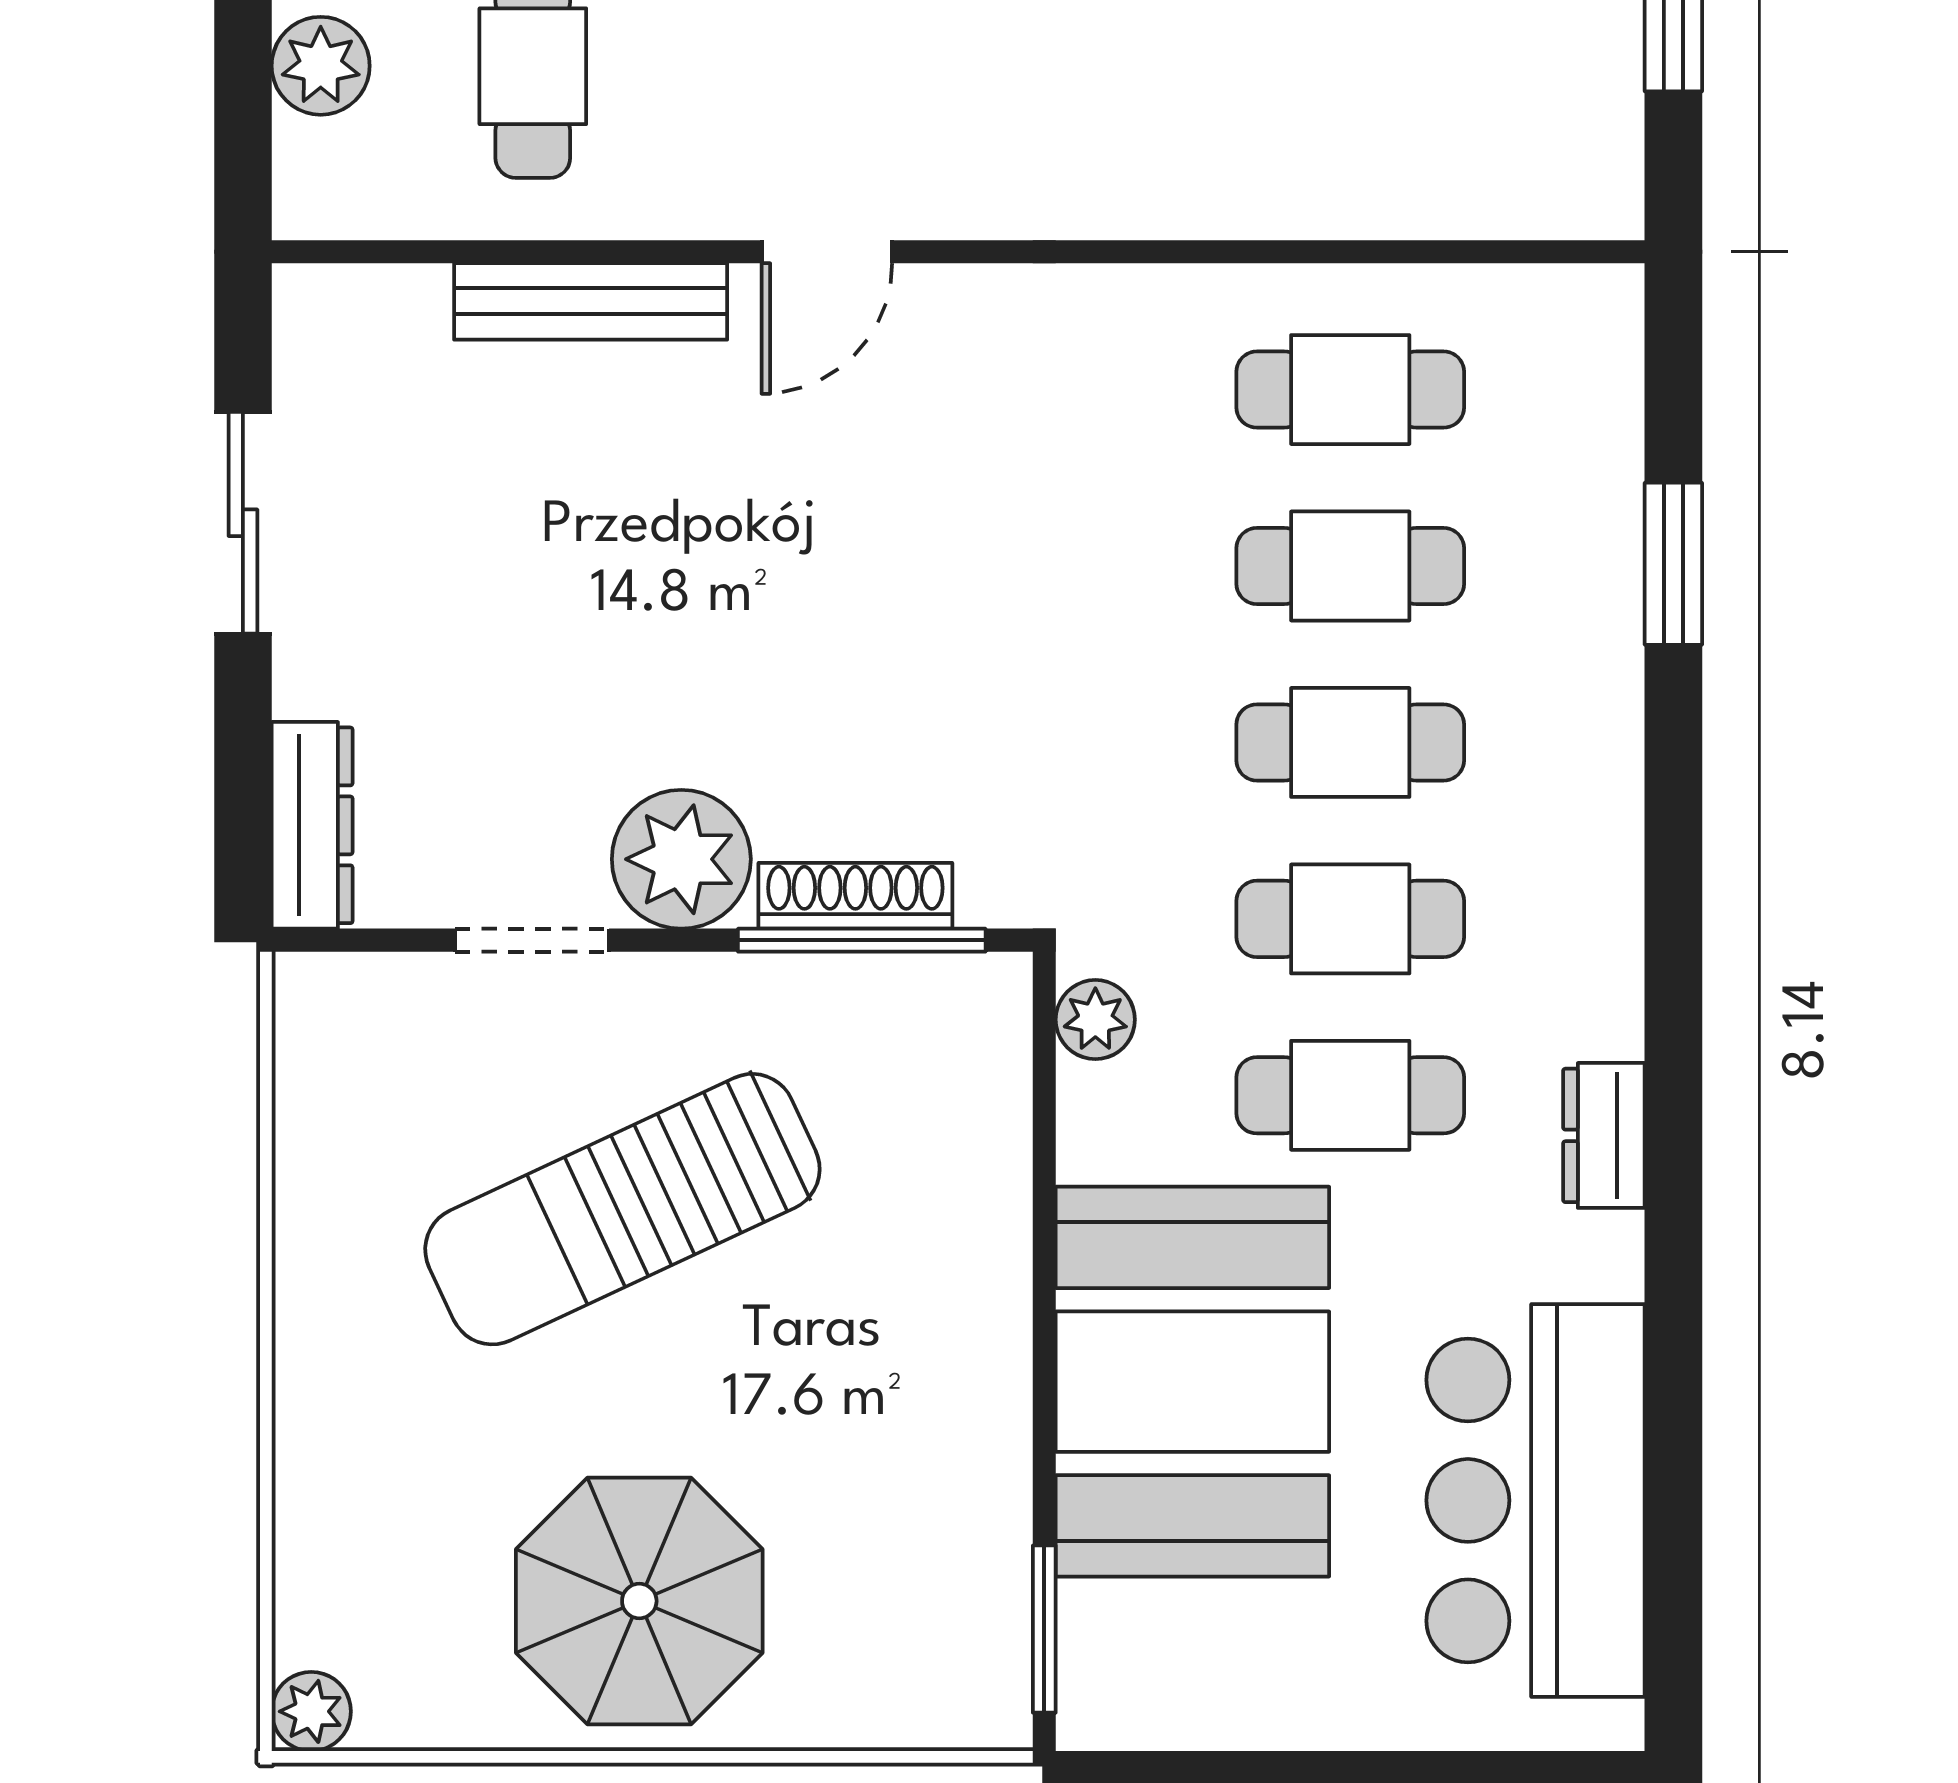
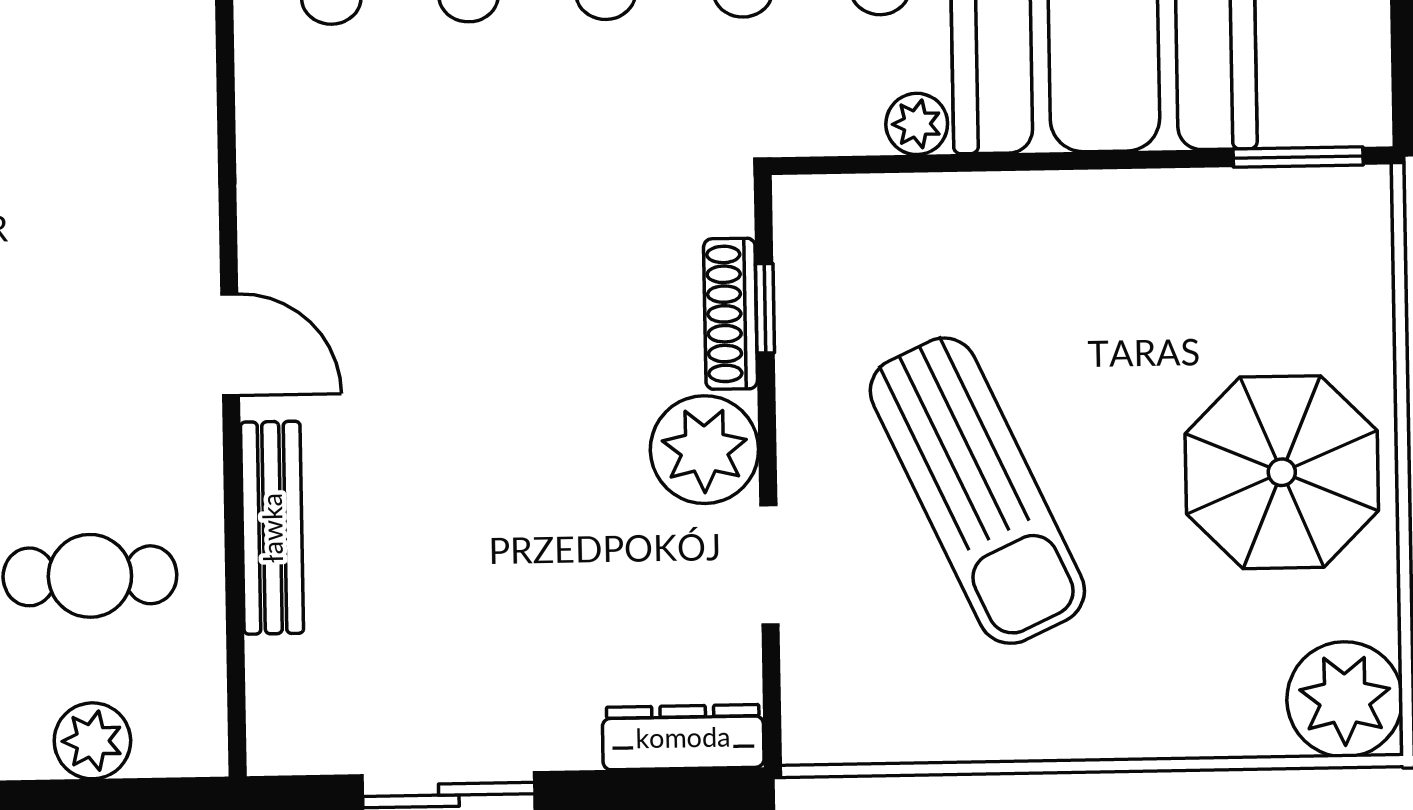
window: (862, 940) -> (765, 308), width x0.46
plant: (1095, 1020) -> (917, 124), moved
plant: (311, 1711) -> (1345, 699), width x1.87, depth x1.87

